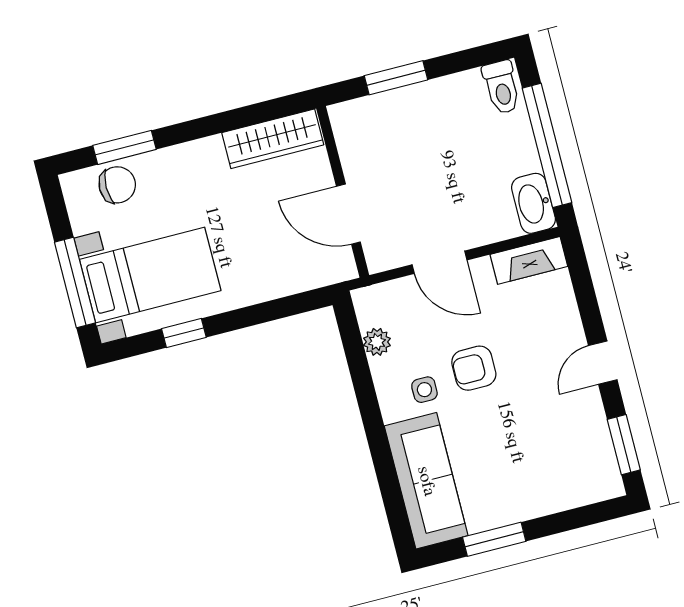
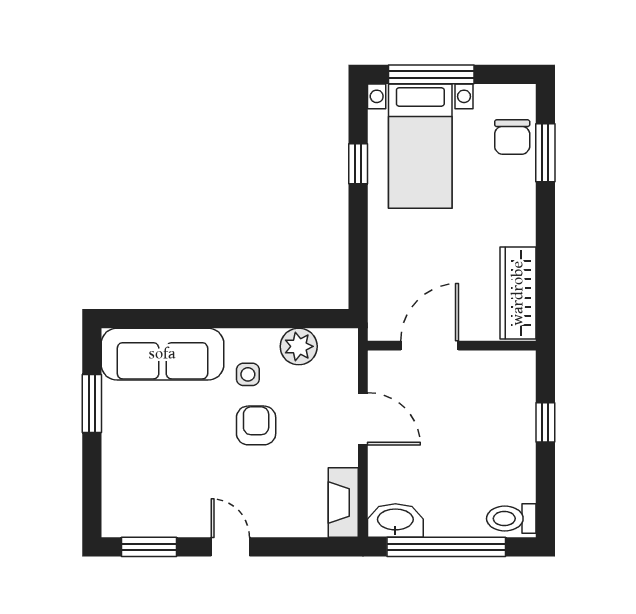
window: (396, 78) -> (545, 422), width x0.67
door: (439, 262) -> (363, 419), swing flipped
plant: (377, 342) -> (299, 346), width x1.38, depth x1.38

